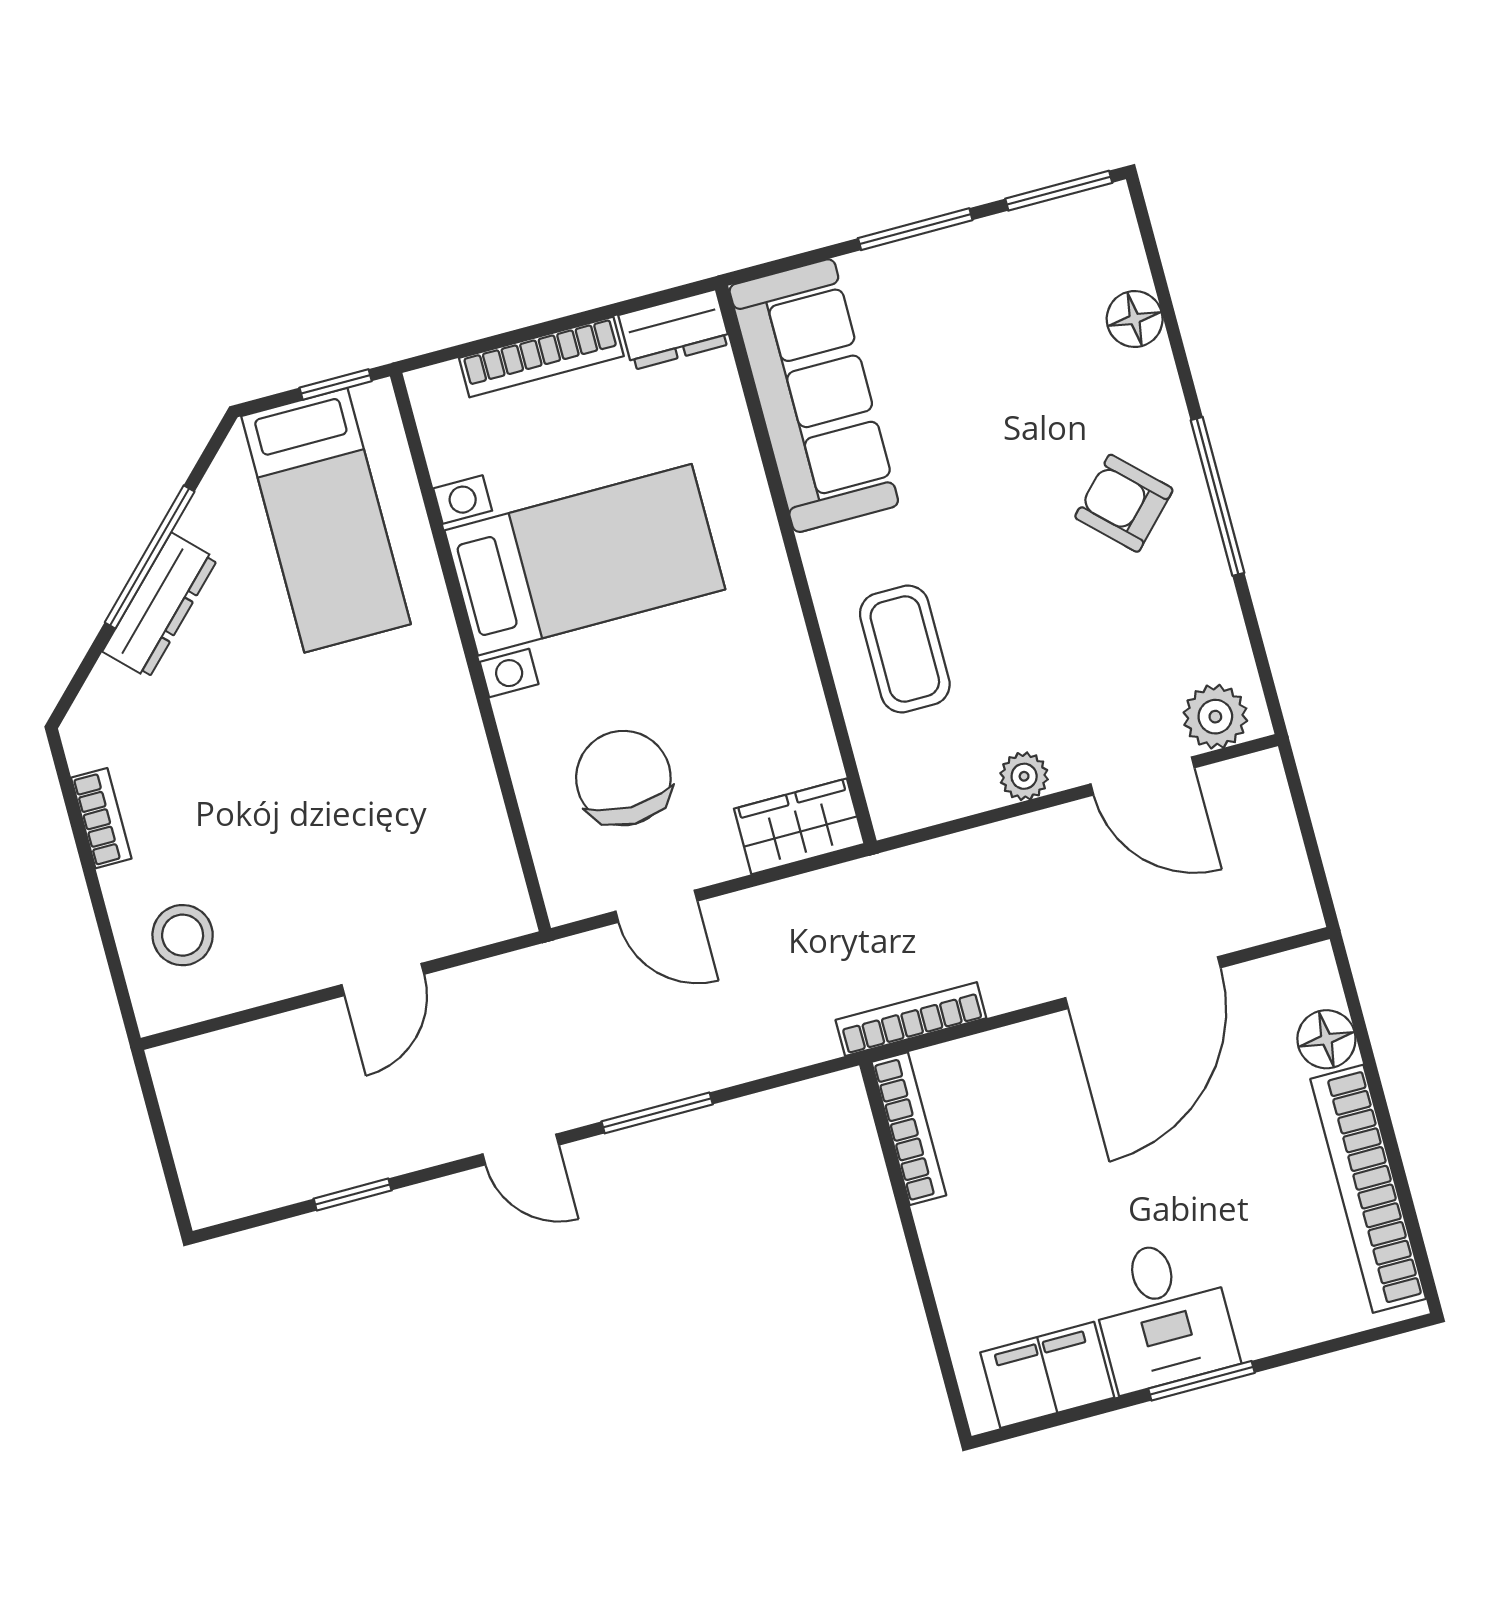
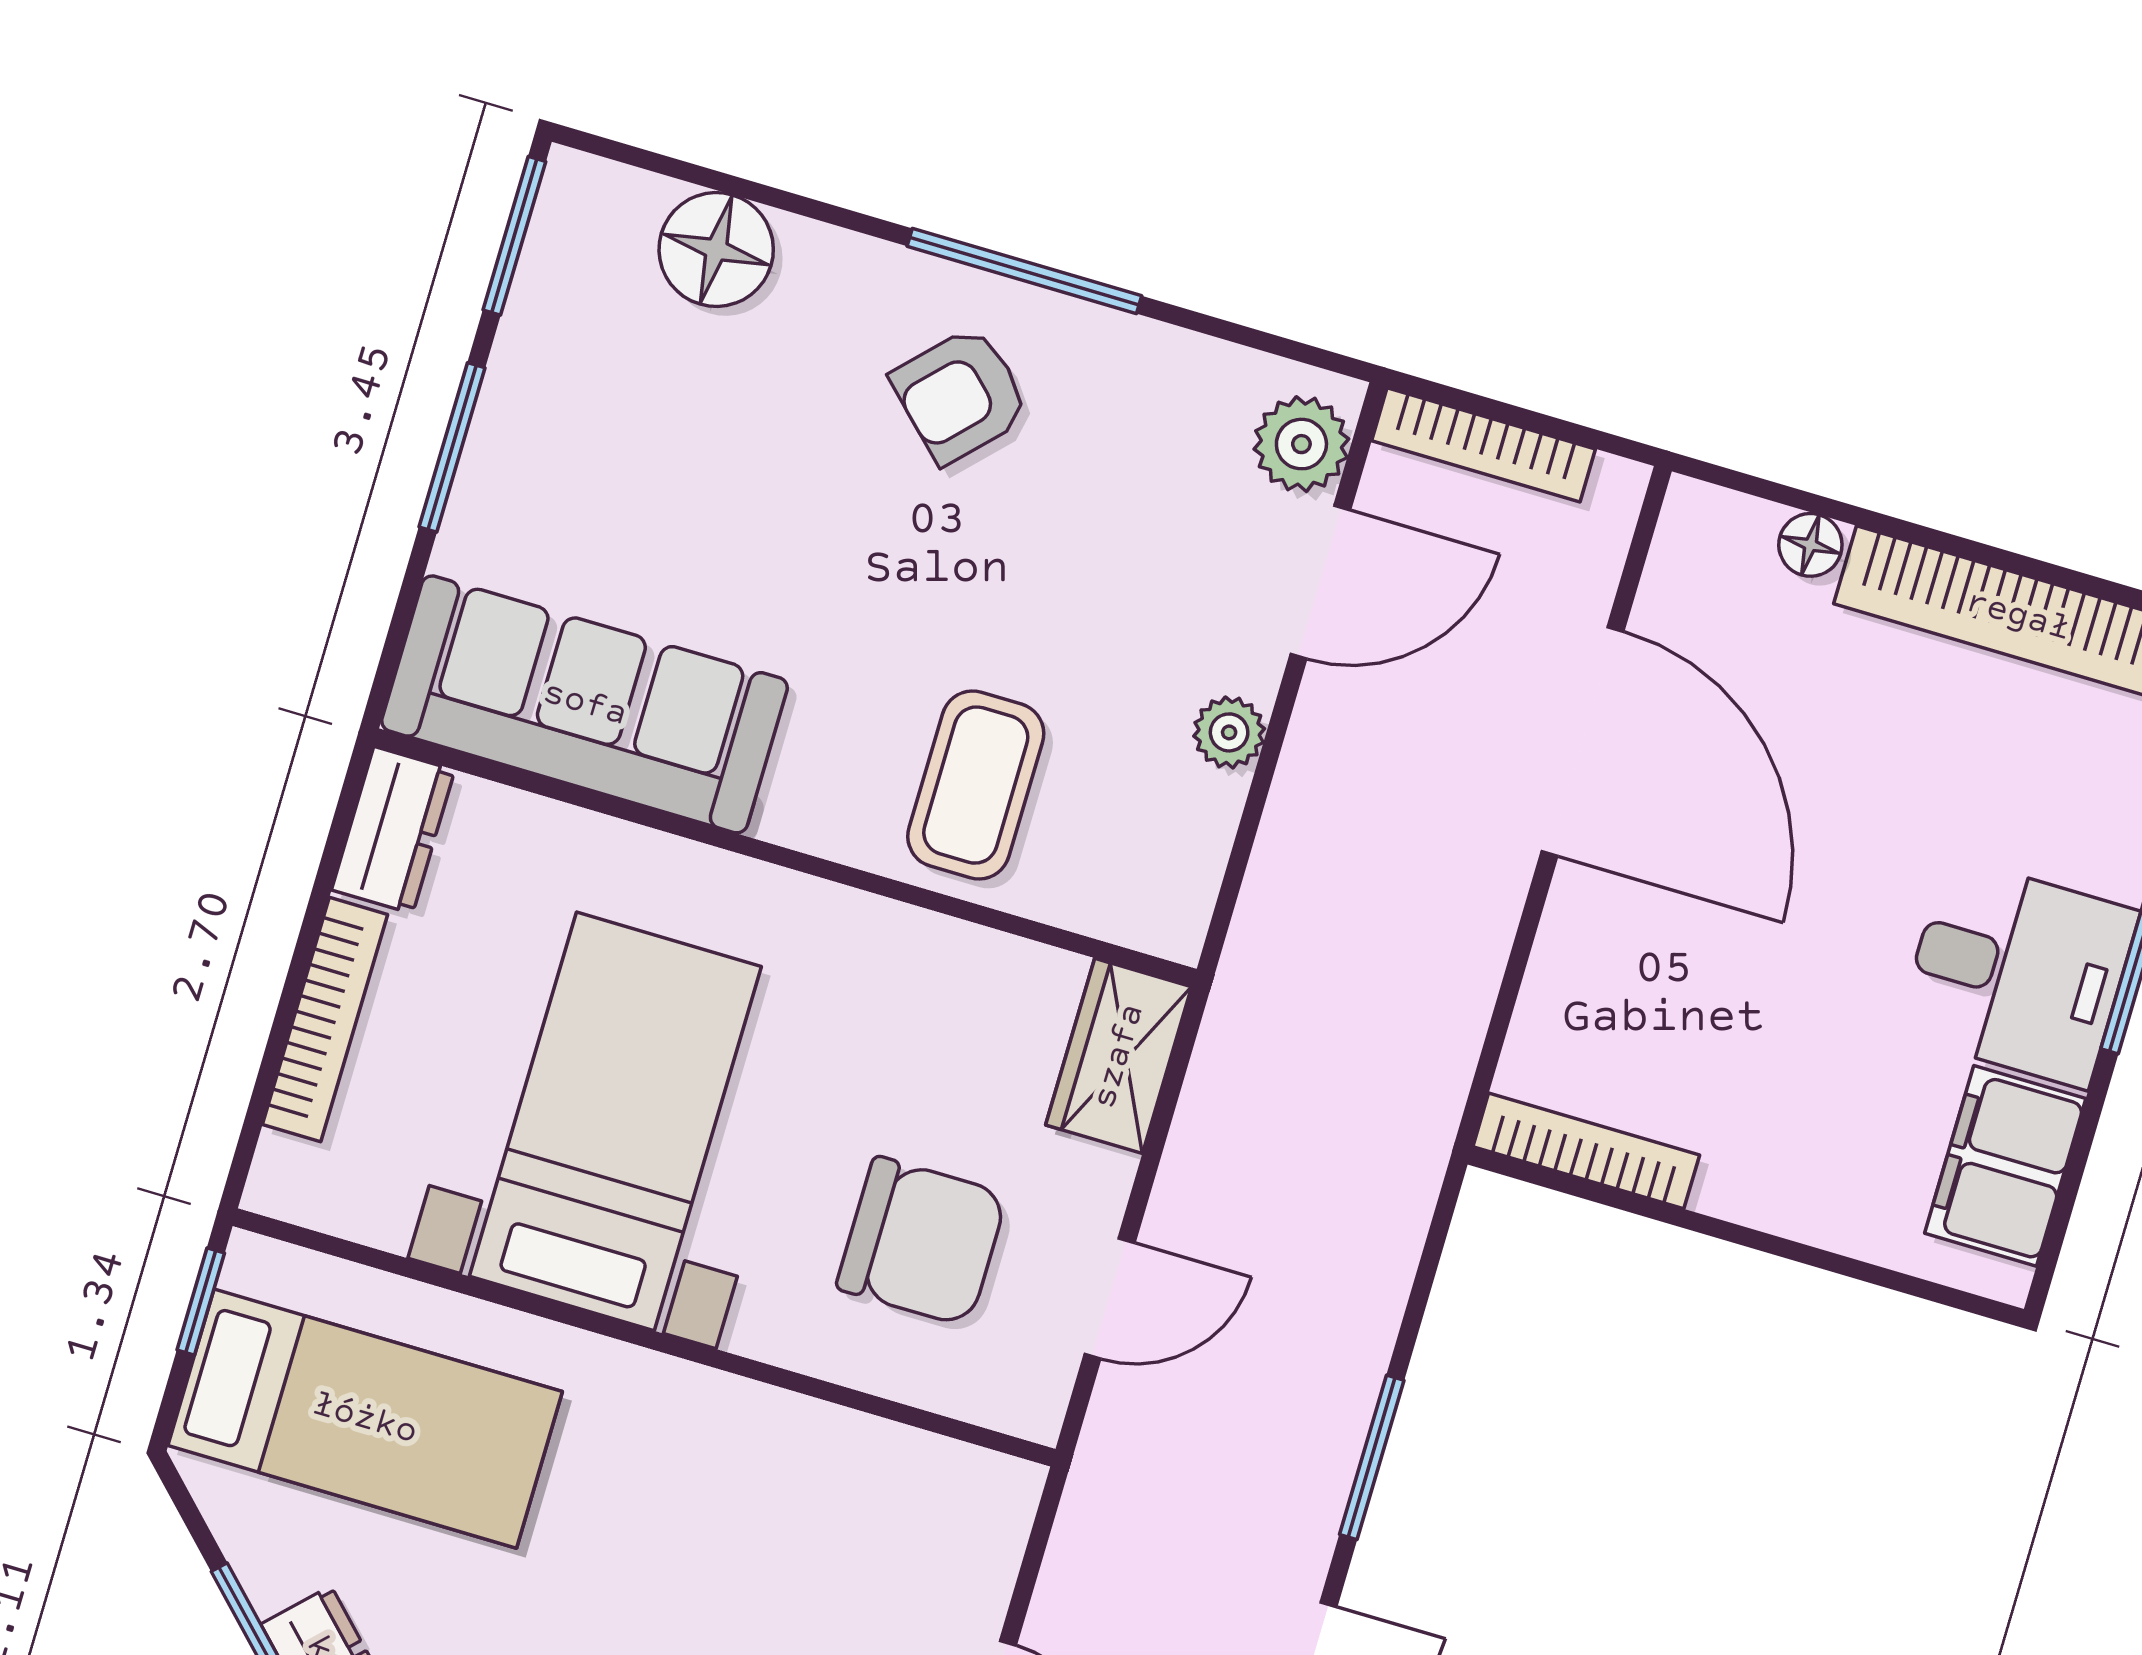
floor lamp: (1135, 319) -> (716, 249), width x1.38, depth x1.38
coffee table: (905, 649) -> (976, 785), turned 90
chair: (623, 778) -> (922, 1241), turned 180
bookcase: (911, 1019) -> (1483, 445), moved, turned -90
floor lamp: (1326, 1039) -> (1810, 545), width x0.73, depth x0.73

